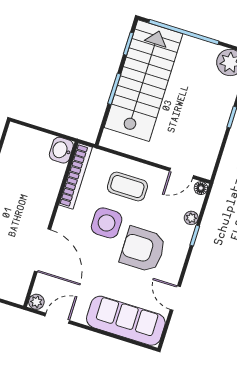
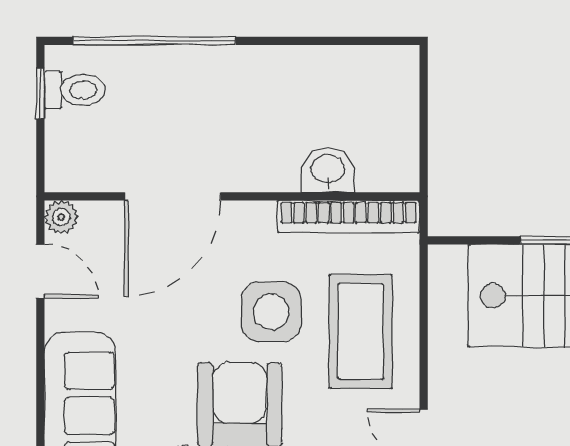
washbasin: (61, 150) -> (328, 170), moved
coffee table: (127, 187) -> (361, 331), width x1.36, depth x1.32

